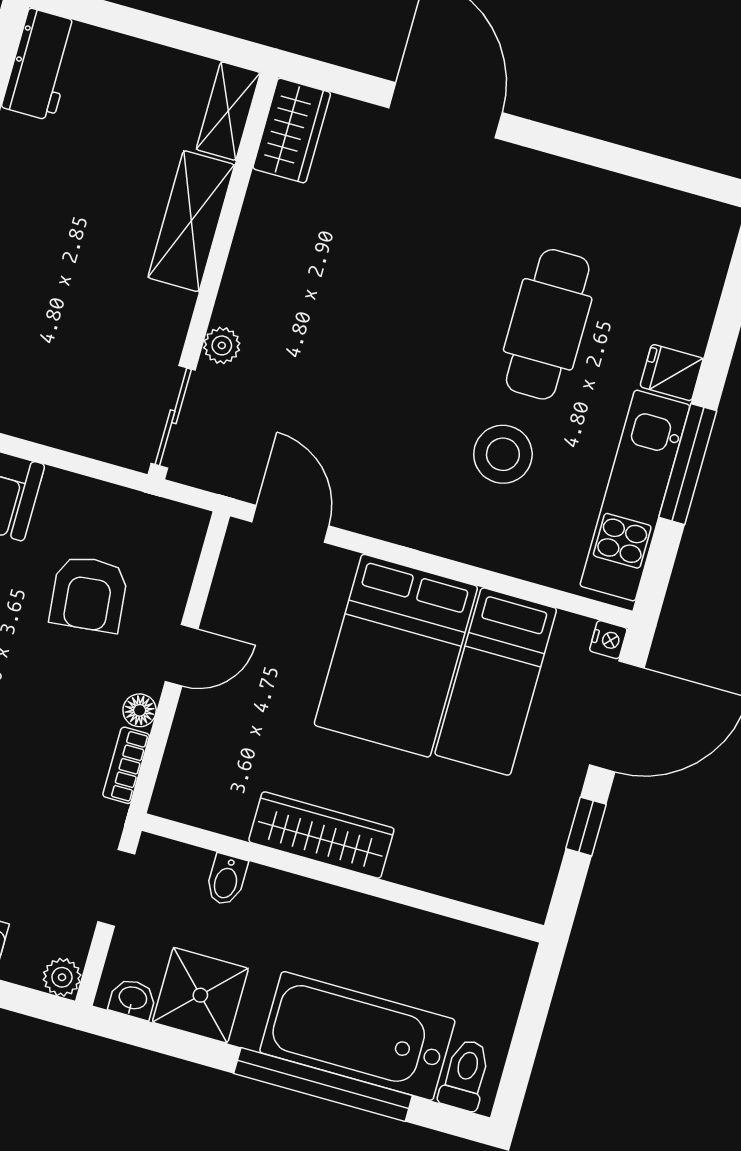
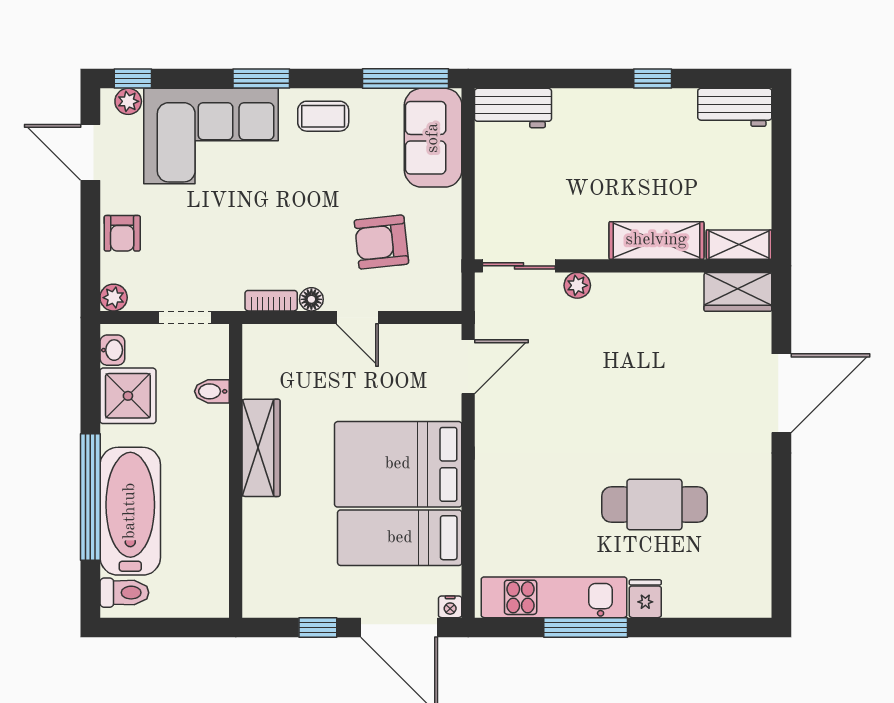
stool: (503, 454) -> (557, 499), removed

